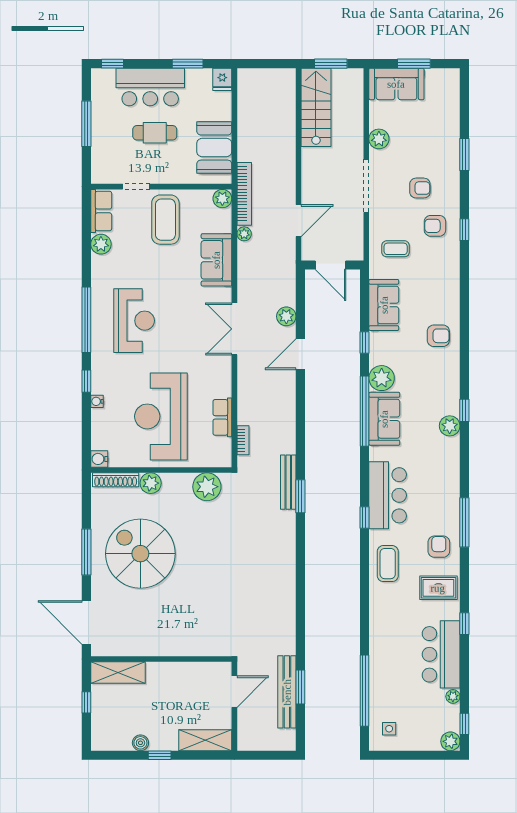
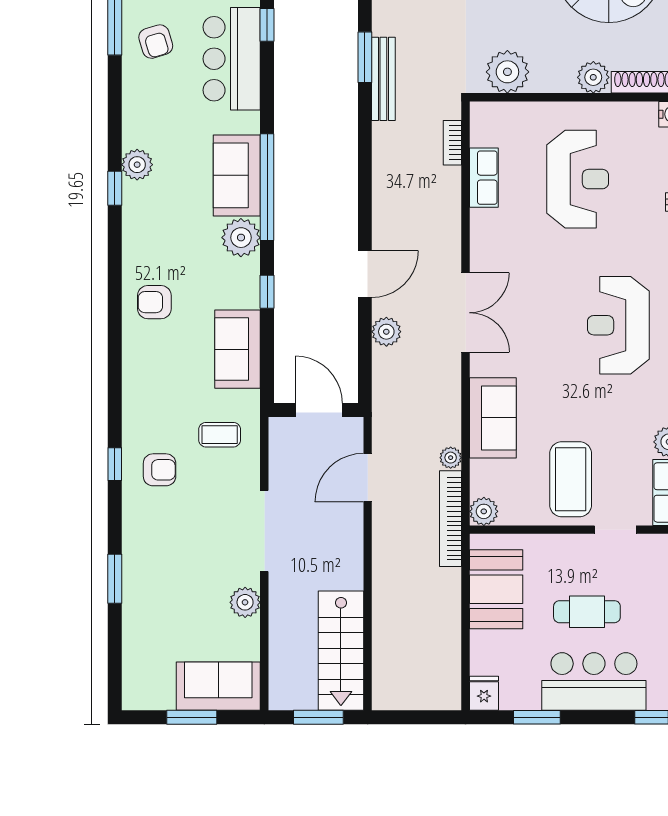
armchair: (420, 188) -> (156, 42), moved, turned -107
reception desk: (161, 416) -> (578, 179), width x0.74, depth x0.77

